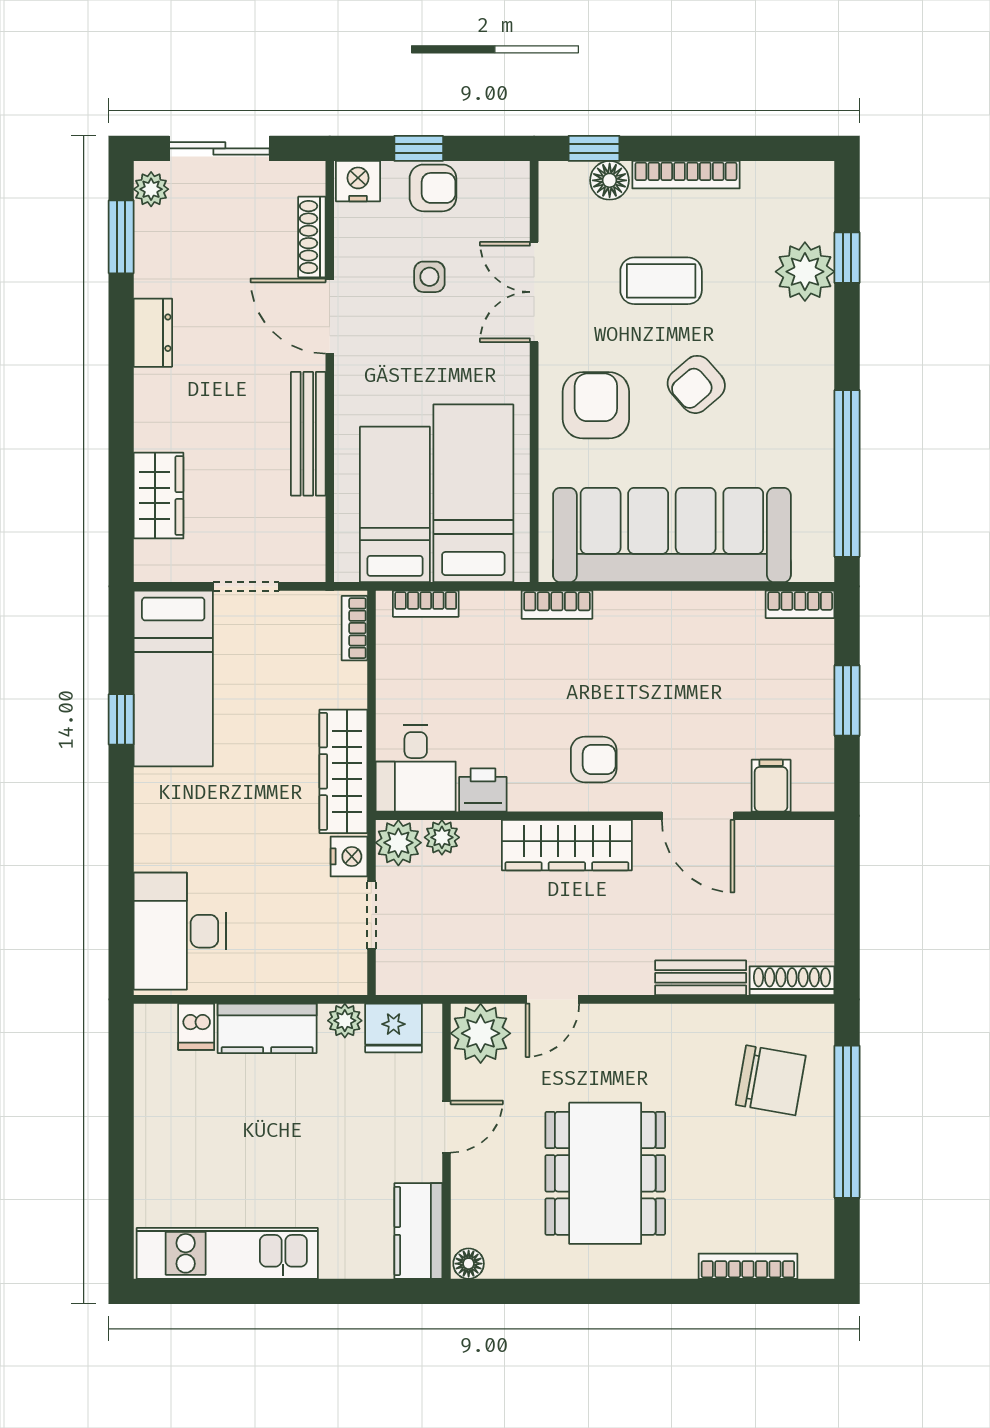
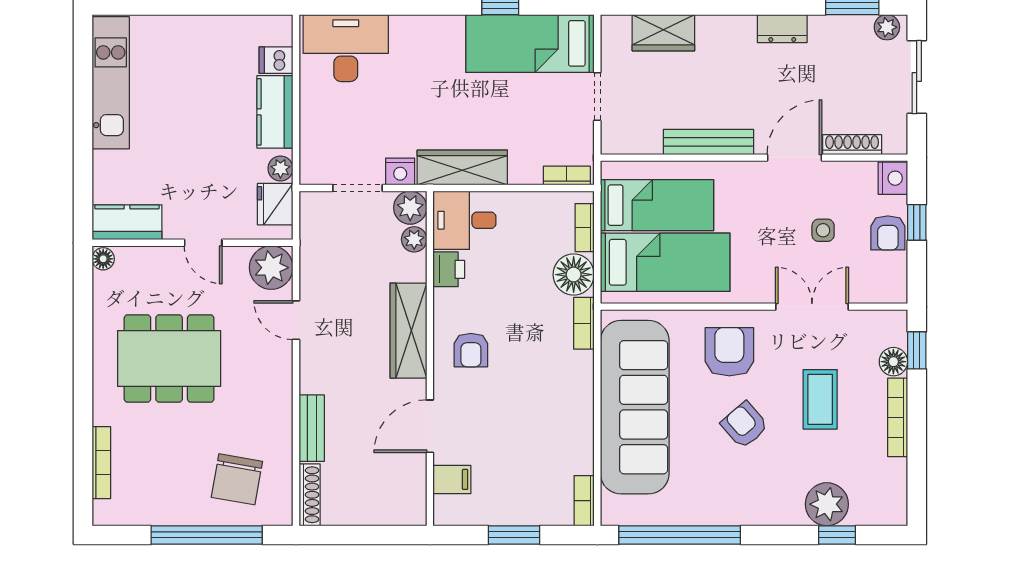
armchair: (596, 405) -> (729, 352), turned -90
floor lamp: (490, 619) -> (574, 275), added

